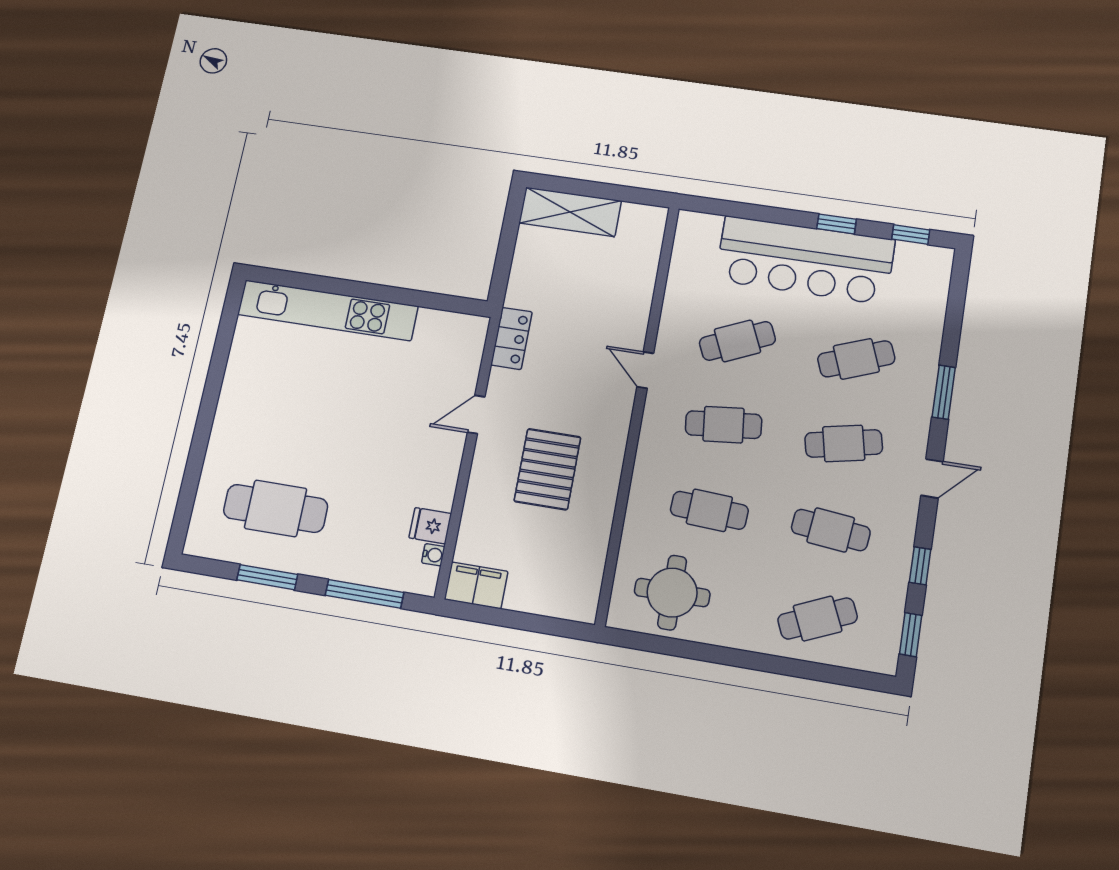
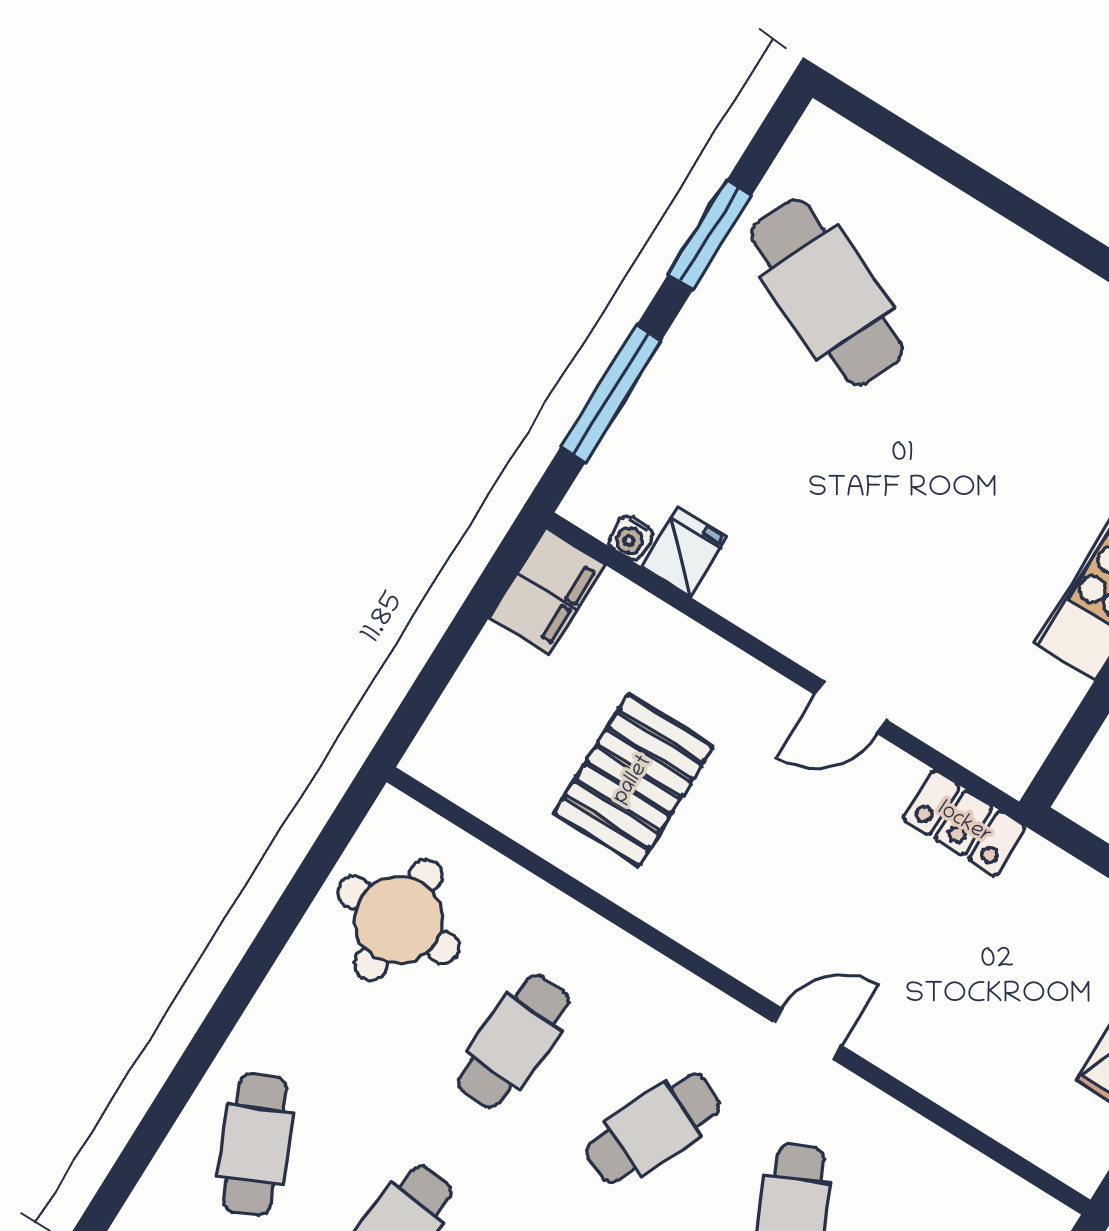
door: (476, 415) -> (850, 707), swing flipped
cafe table: (724, 425) -> (653, 1128), turned 30
pallet: (547, 469) -> (633, 780), moved, turned 90
cafe table: (276, 508) -> (827, 292), turned -66

